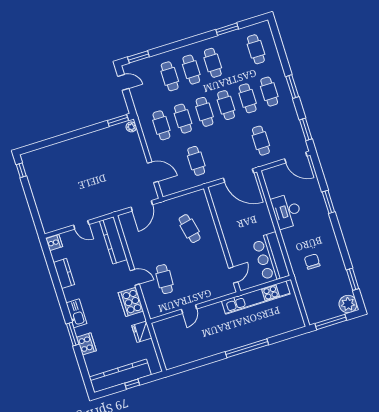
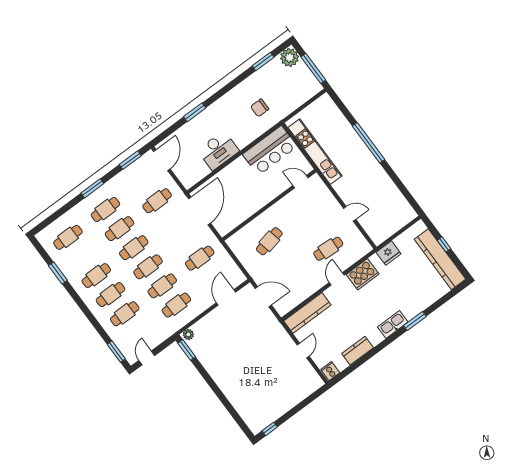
cooker: (86, 344) -> (420, 304), removed

